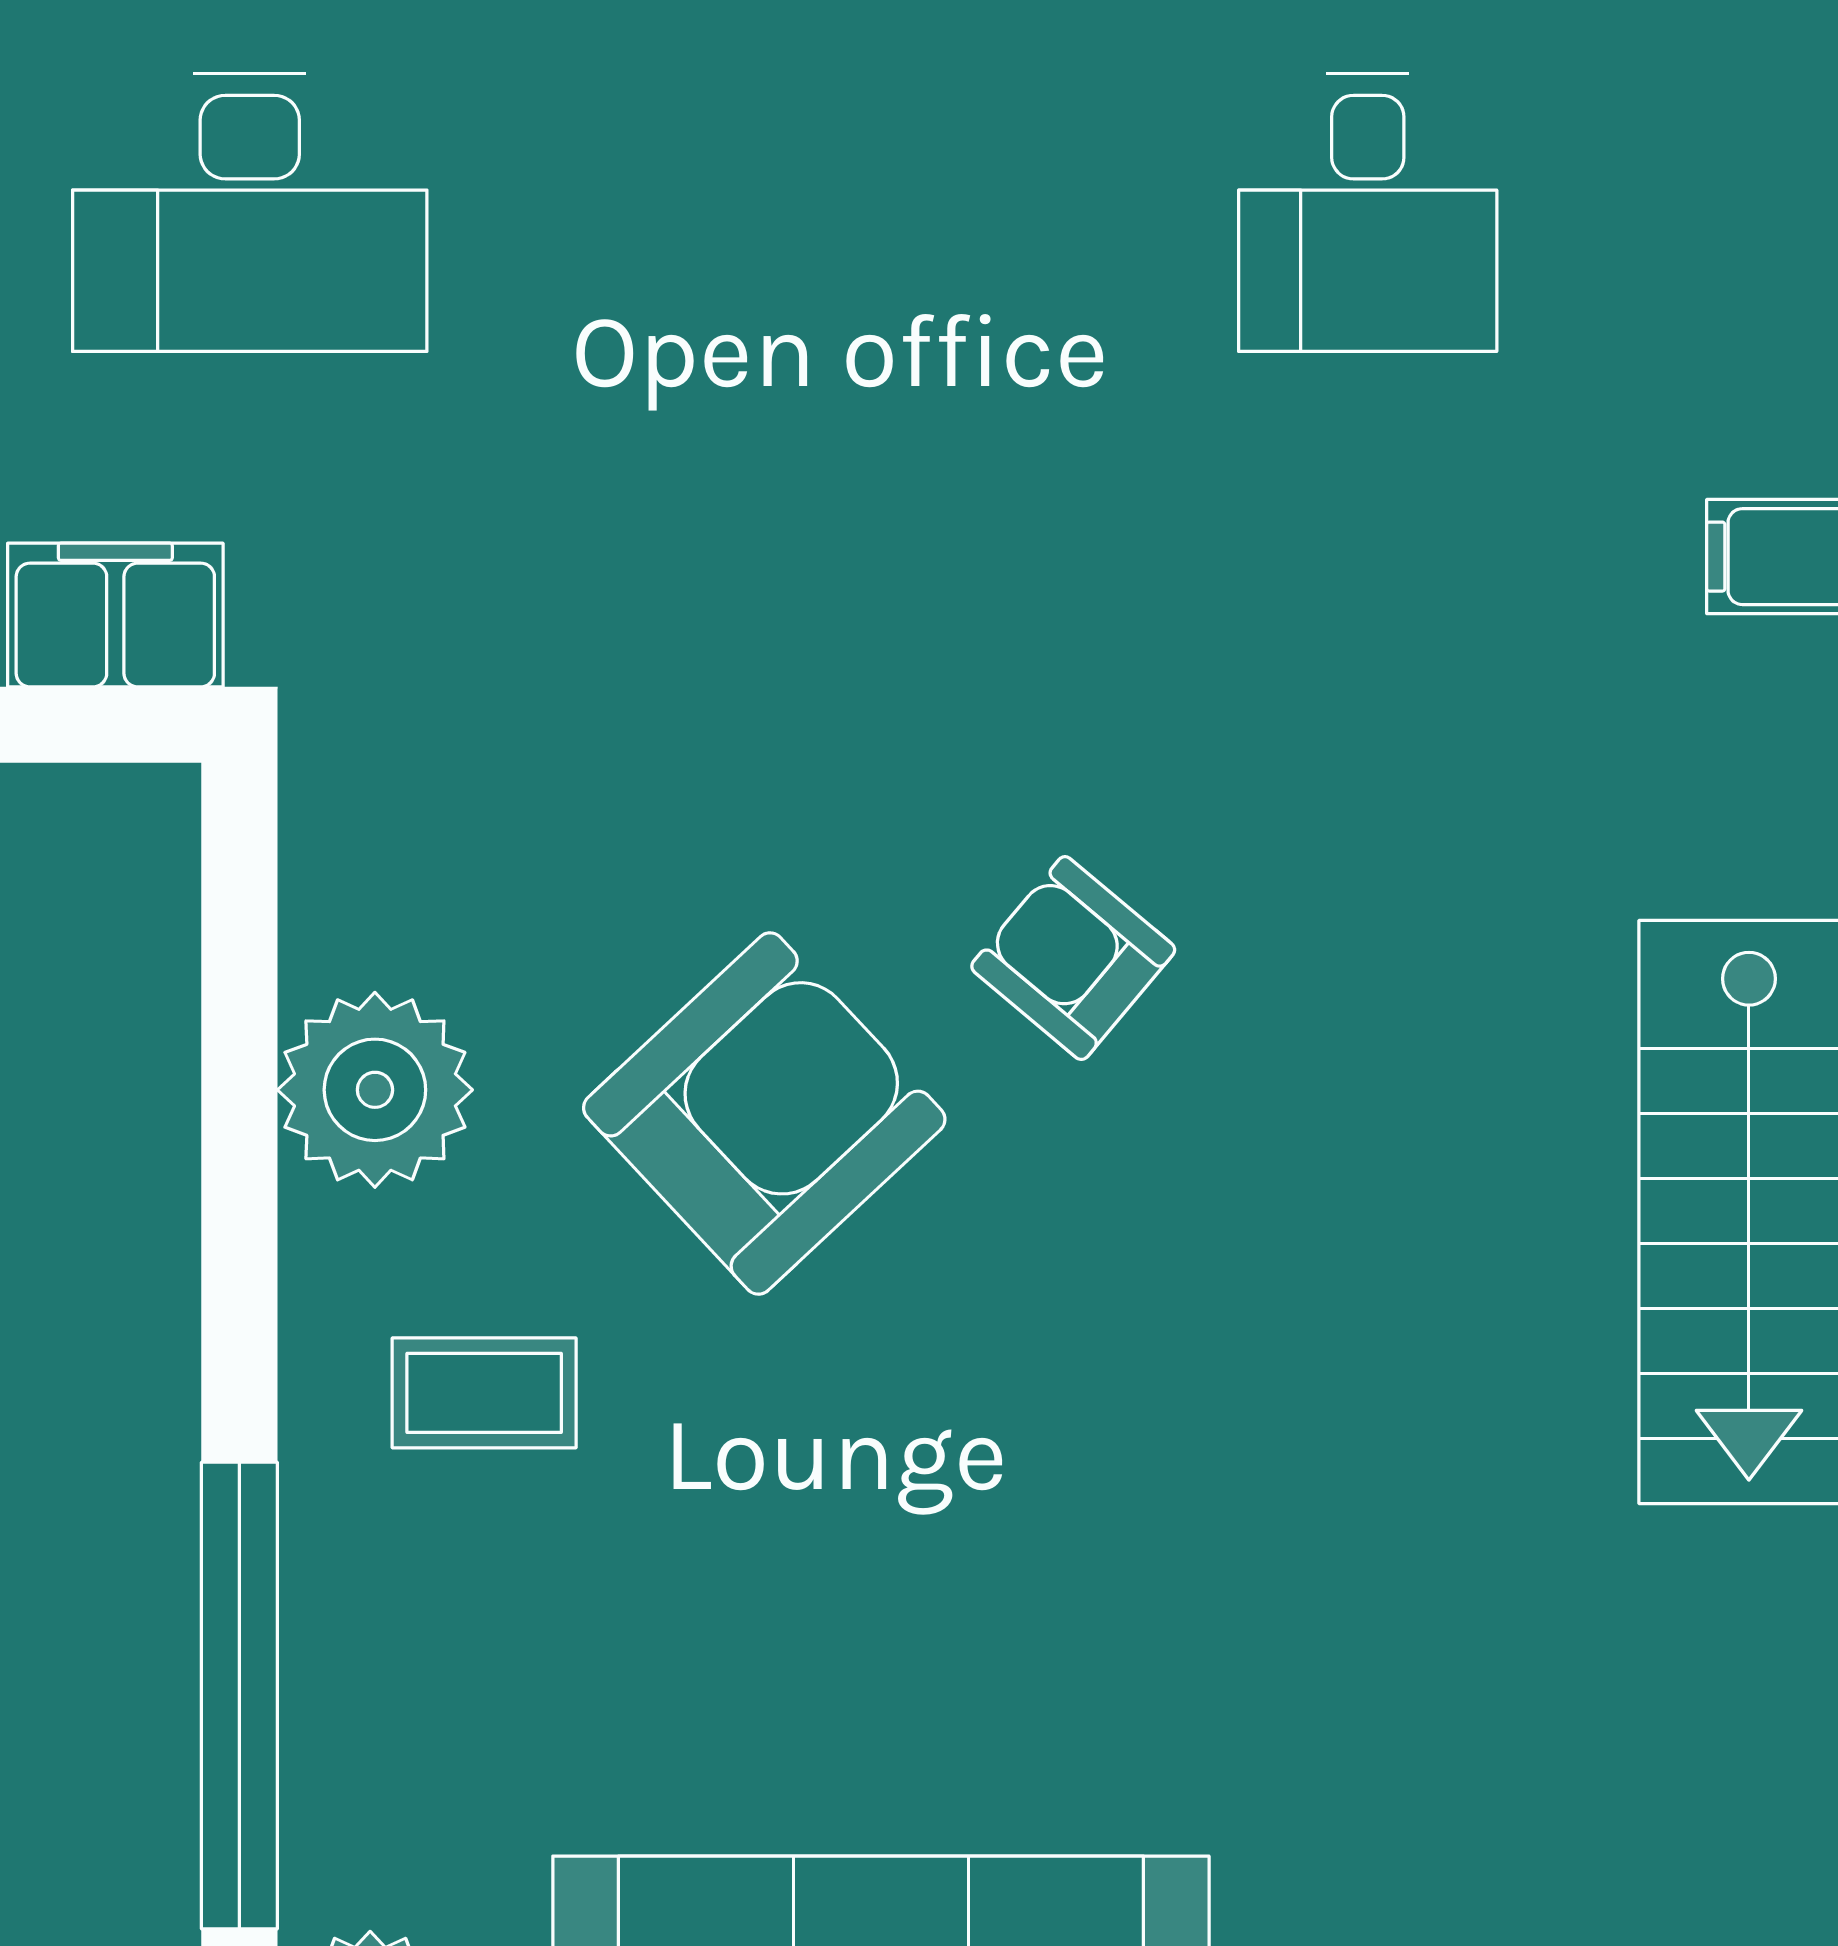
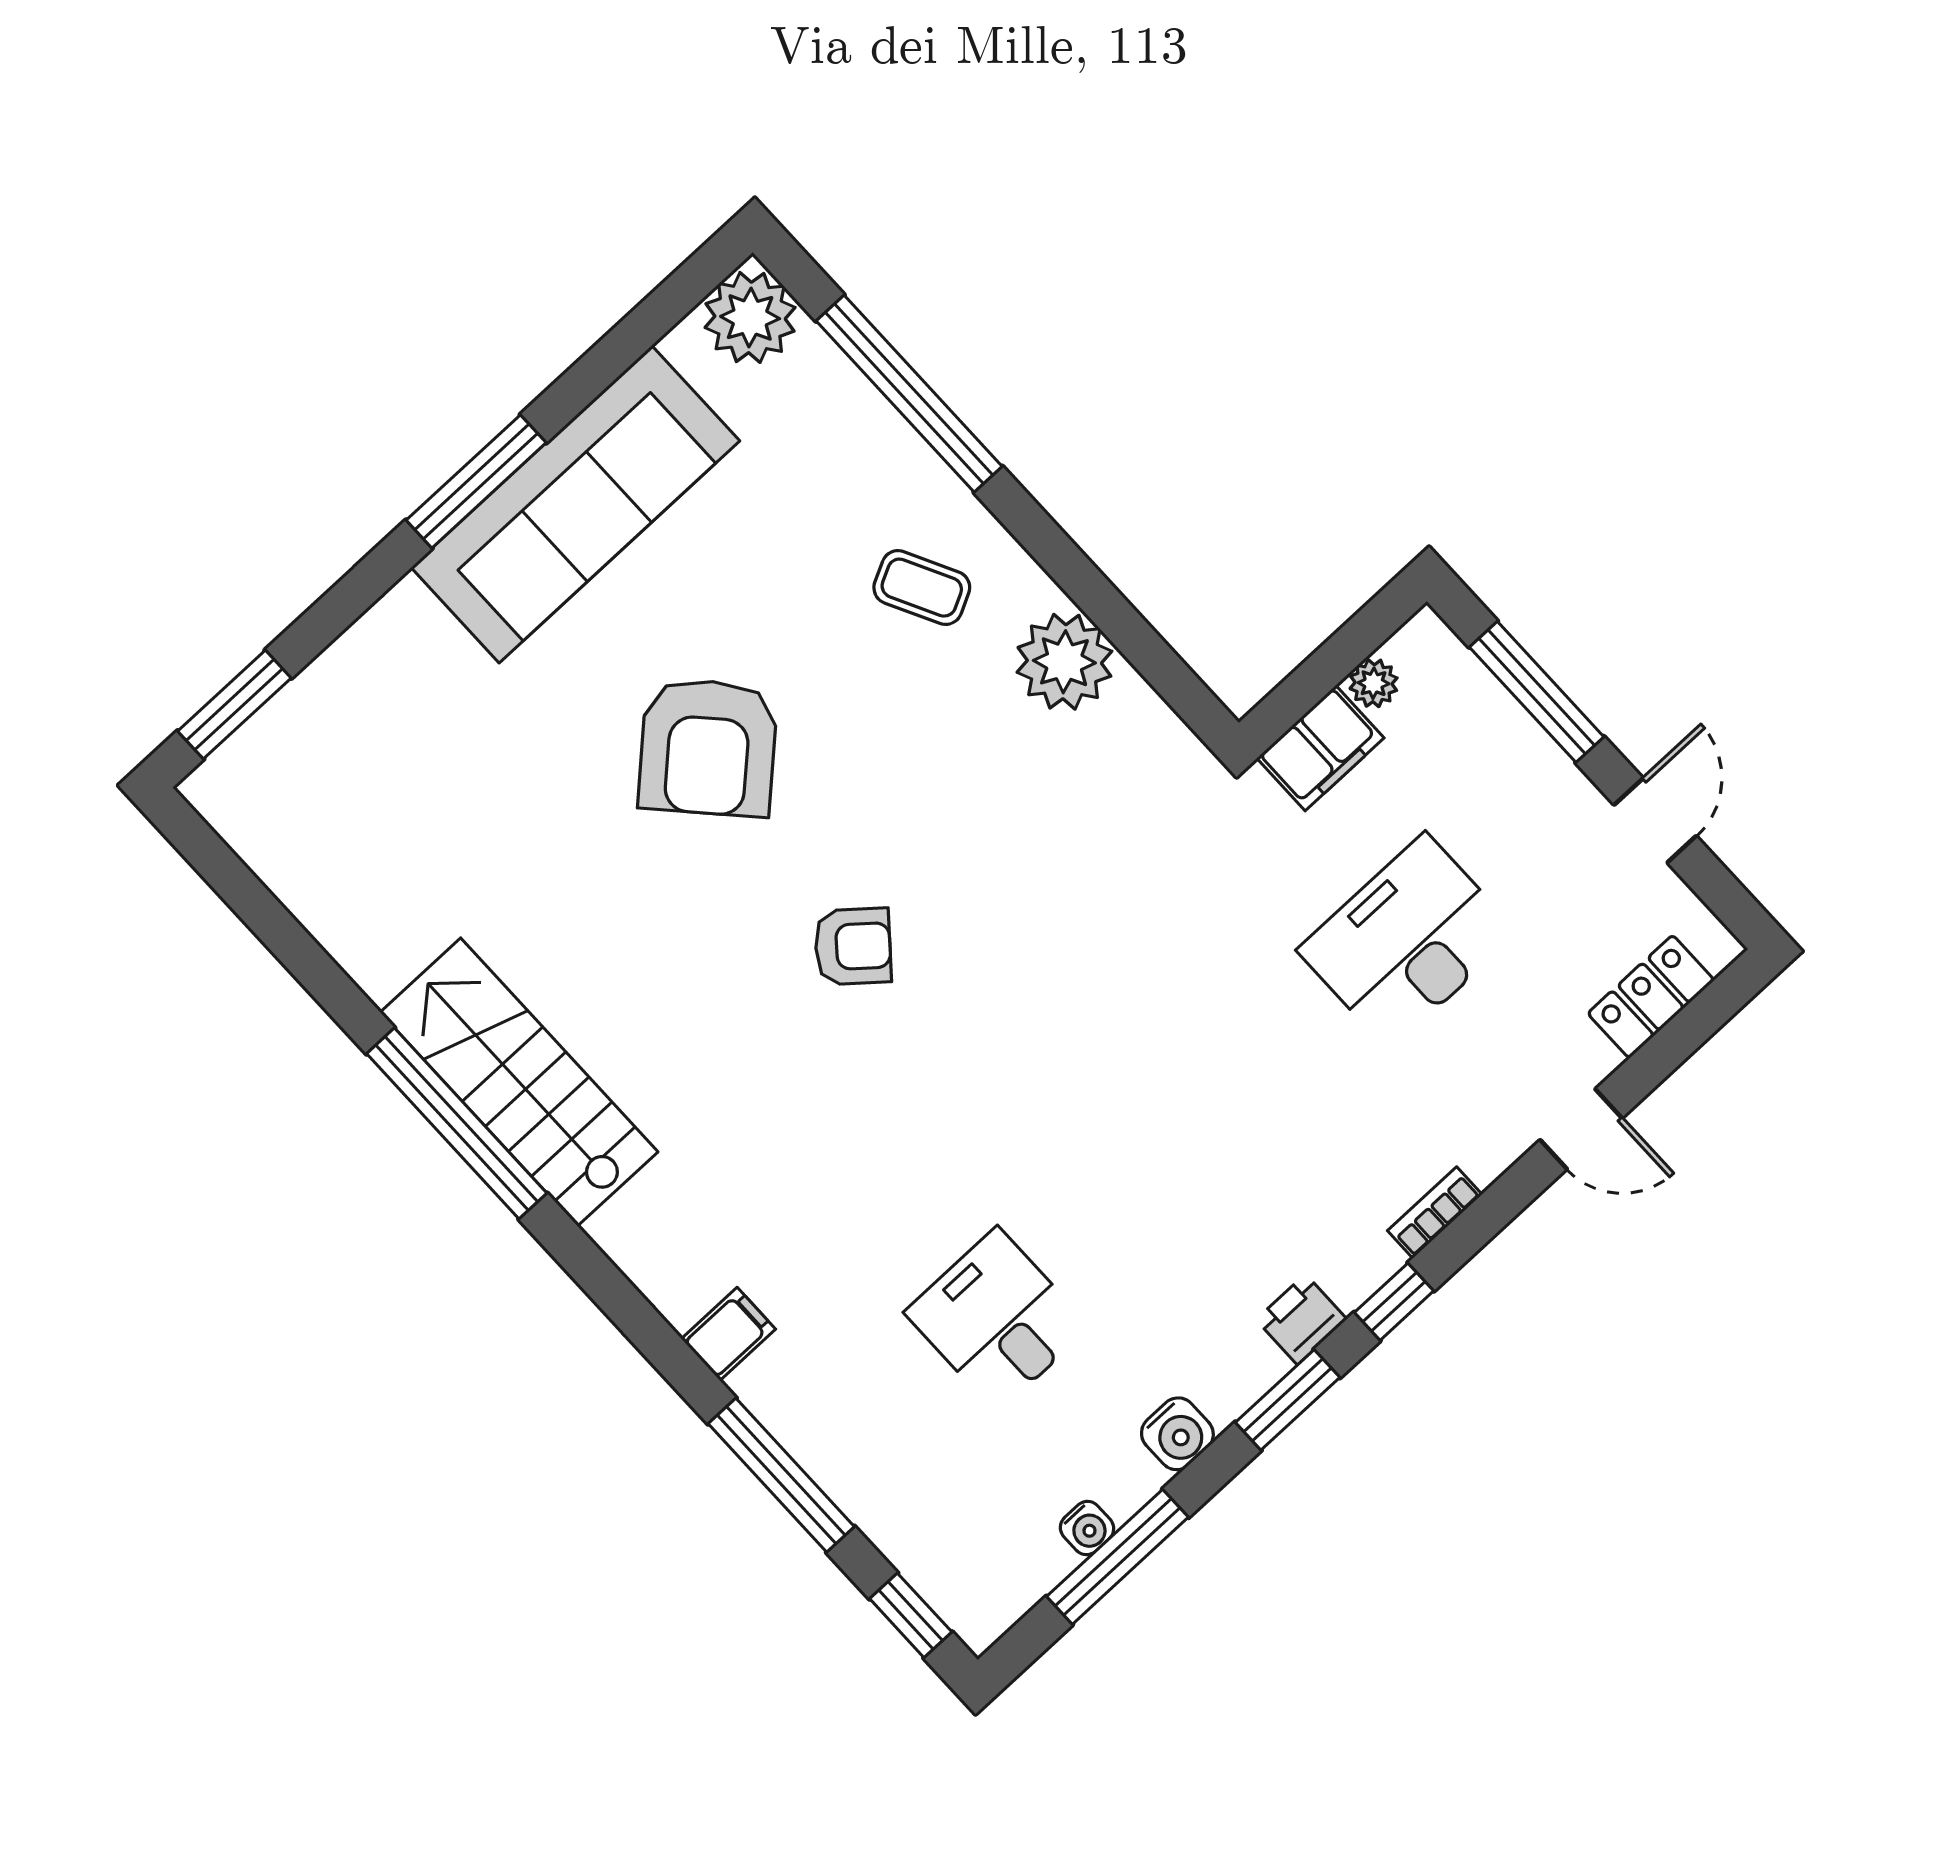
armchair: (764, 1114) -> (708, 747), moved
coffee table: (484, 1393) -> (922, 588), turned 63

